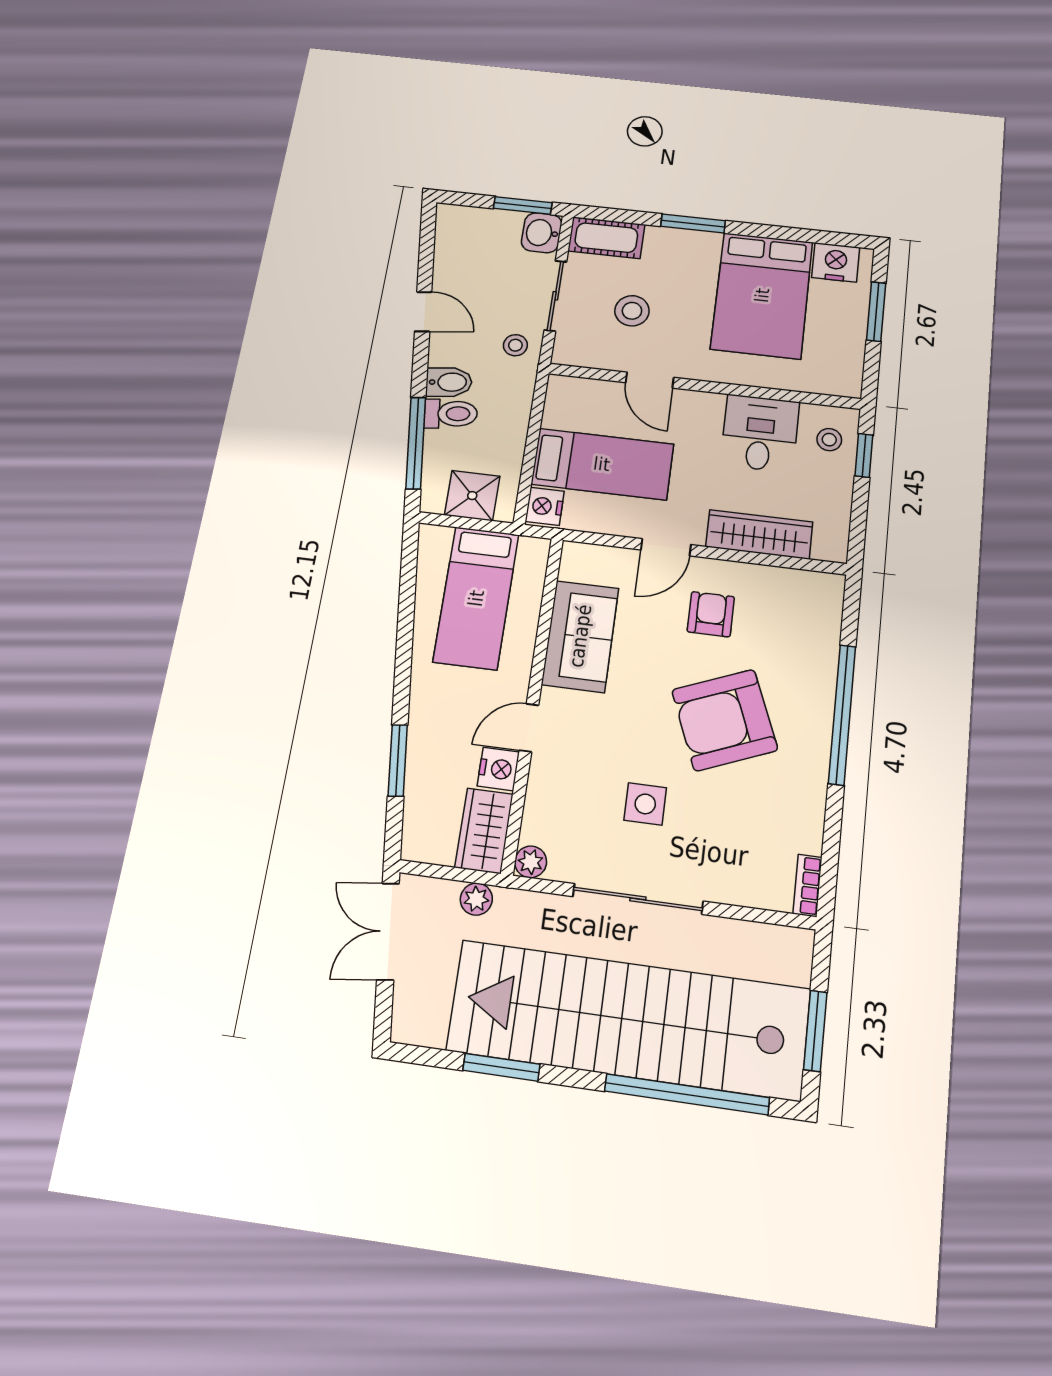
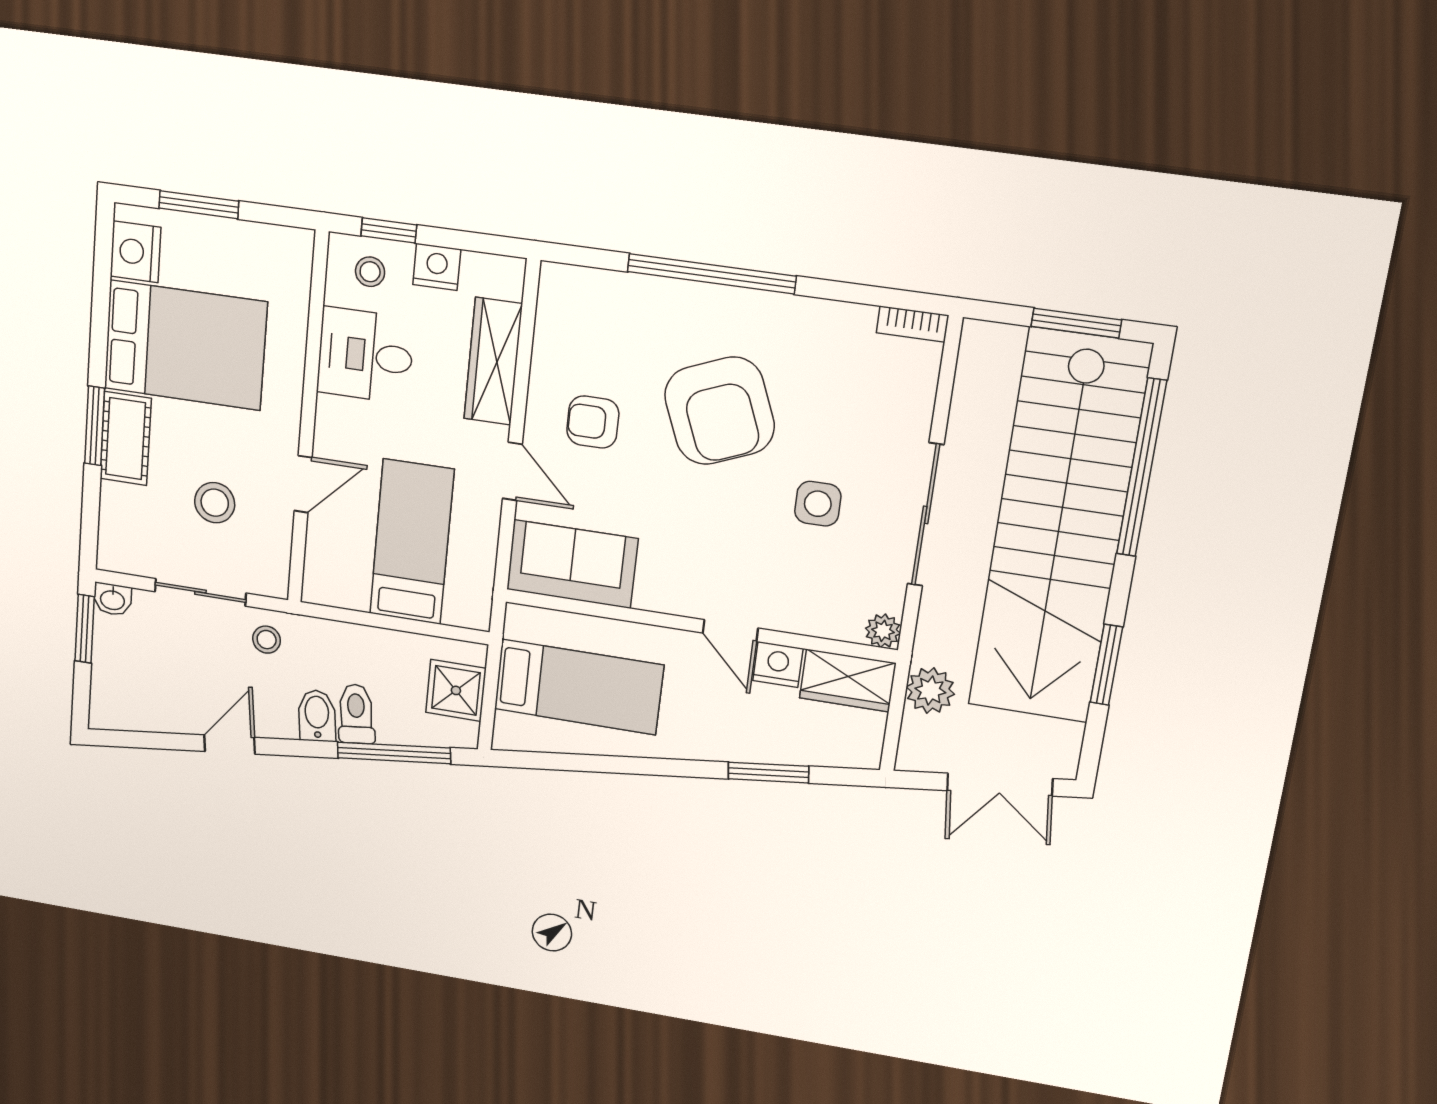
washbasin: (542, 233) -> (113, 599), width x0.72, depth x0.69
cot: (606, 238) -> (126, 439), moved
nightstand: (545, 506) -> (437, 267), moved, turned 180
sofa: (580, 636) -> (572, 564), moved
plant: (476, 899) -> (930, 690), width x1.38, depth x1.38
double door: (388, 931) -> (1000, 785), moved

